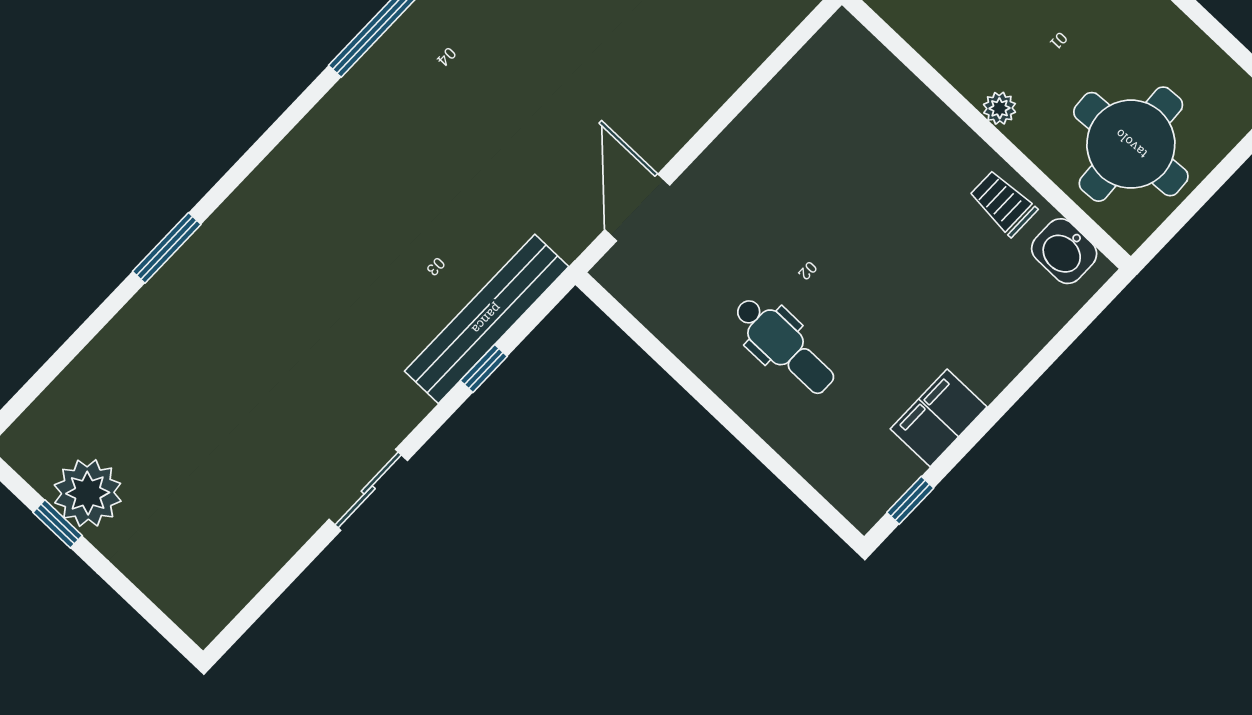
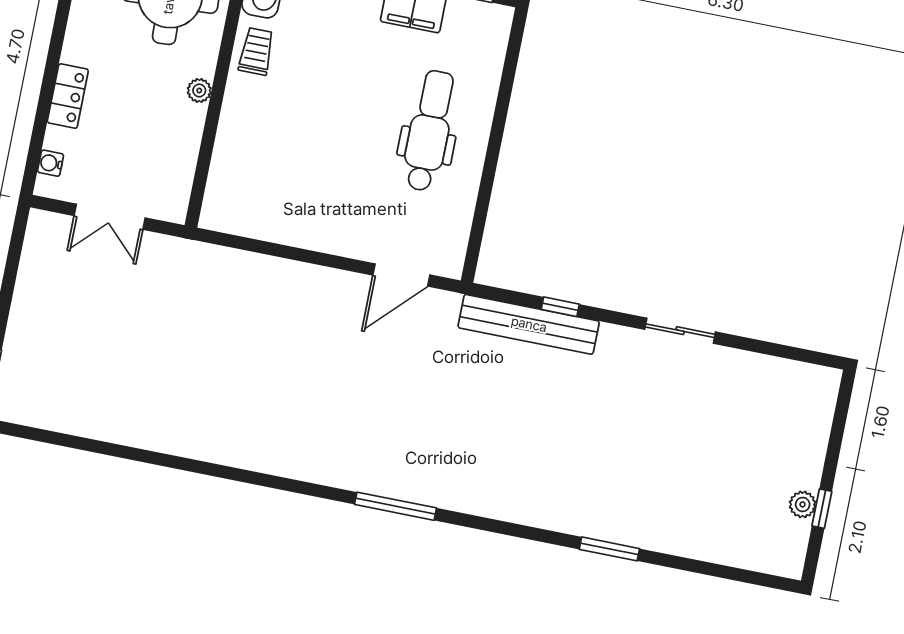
trolley: (1003, 203) -> (256, 51), turned 180
dental chair: (784, 346) -> (429, 131), width x1.36, depth x1.38
plant: (88, 493) -> (803, 504), width x0.53, depth x0.53

